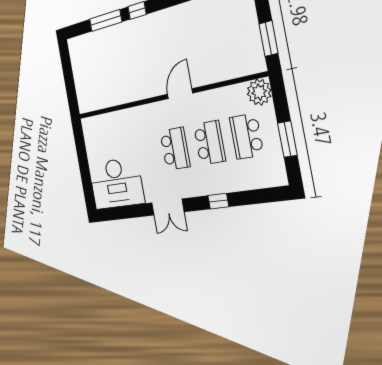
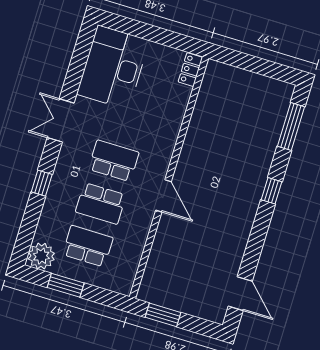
window: (106, 21) -> (291, 126), moved
plant: (259, 92) -> (41, 256), moved
locker: (92, 123) -> (190, 70), added
school desk: (175, 149) -> (114, 161), turned 180

